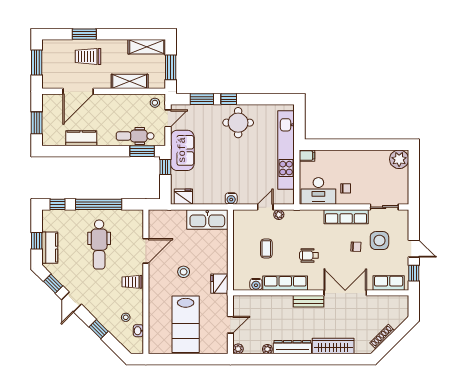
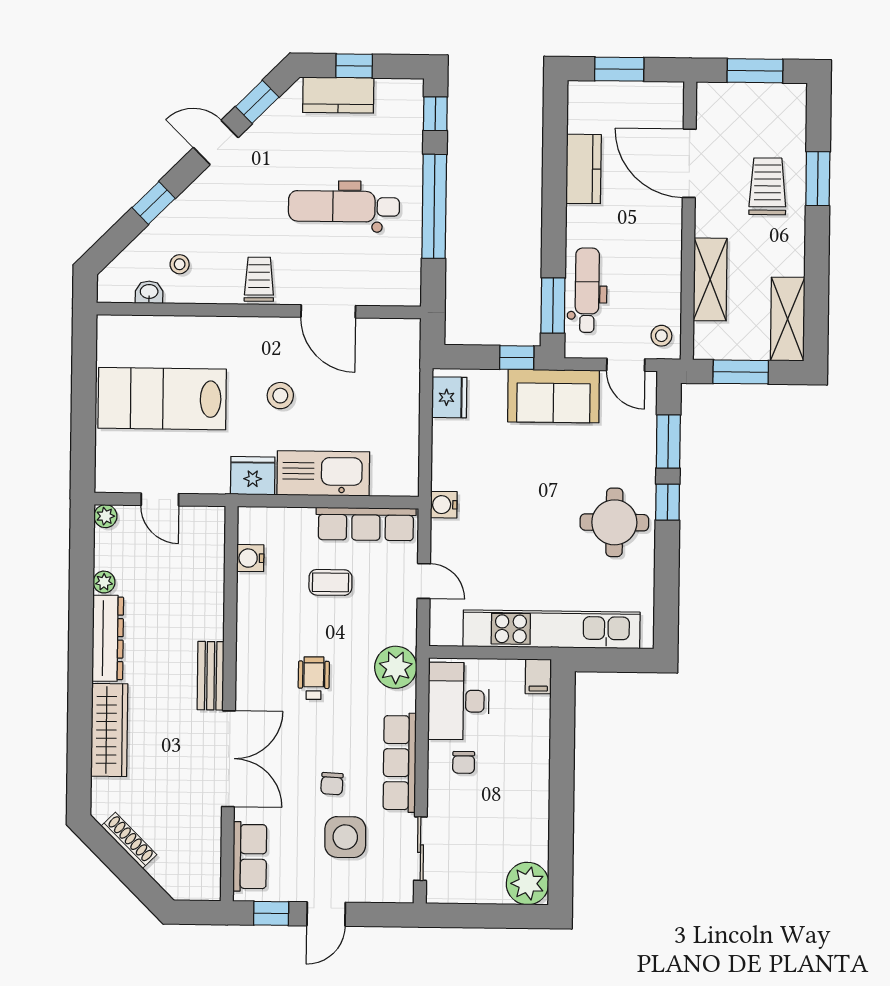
plant: (279, 215) -> (396, 667), moved, width x1.88, depth x1.88
kitchen sink: (207, 219) -> (323, 473), moved, turned 90
row of seats: (285, 283) -> (366, 524), moved, turned 90

